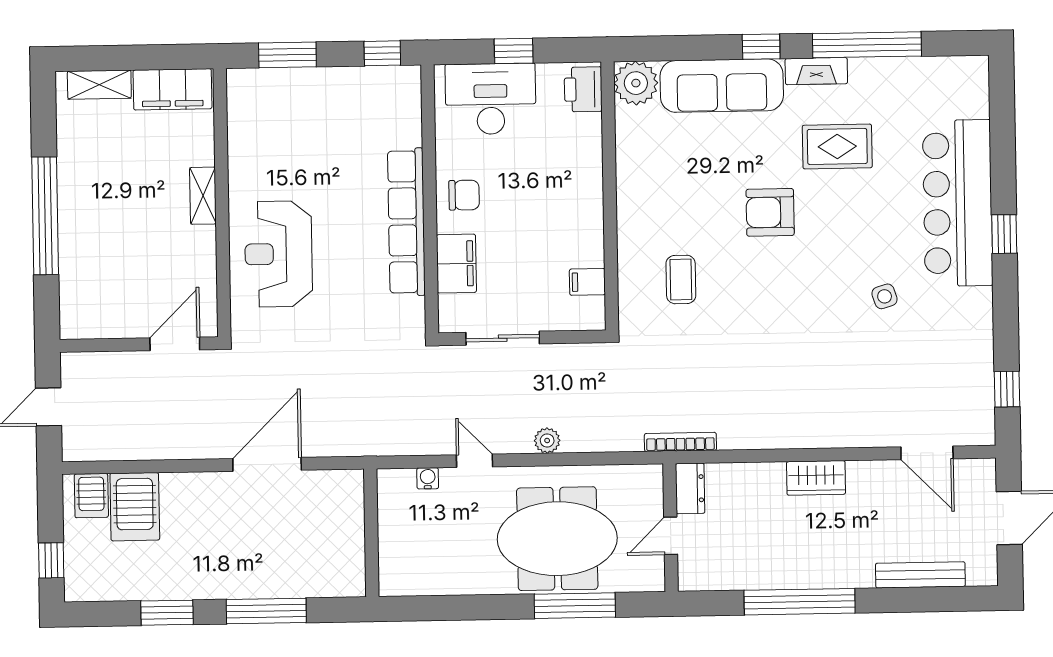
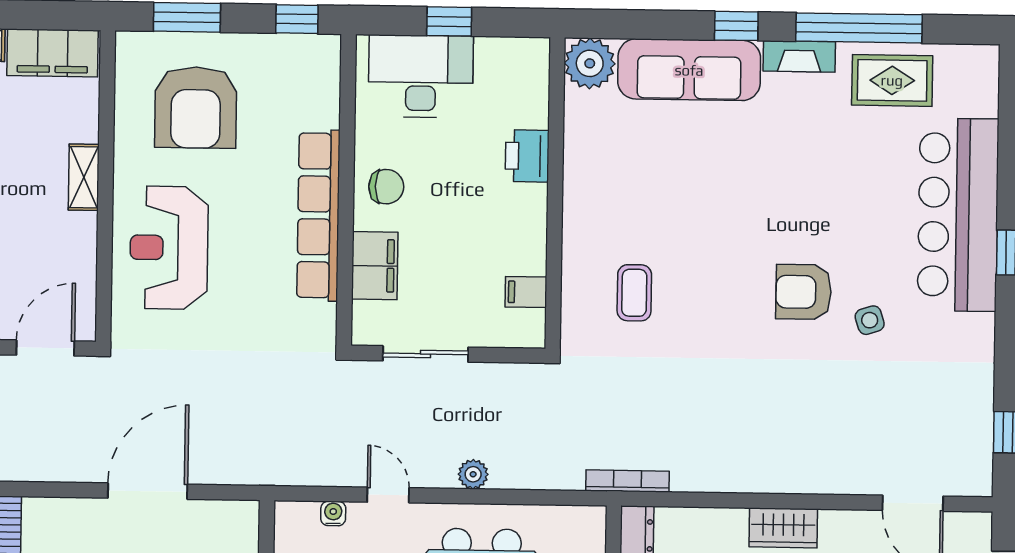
printer: (583, 89) -> (527, 156), moved
armchair: (298, 132) -> (196, 107), added
rug: (837, 146) -> (892, 80), moved
armchair: (770, 212) -> (804, 292), moved

